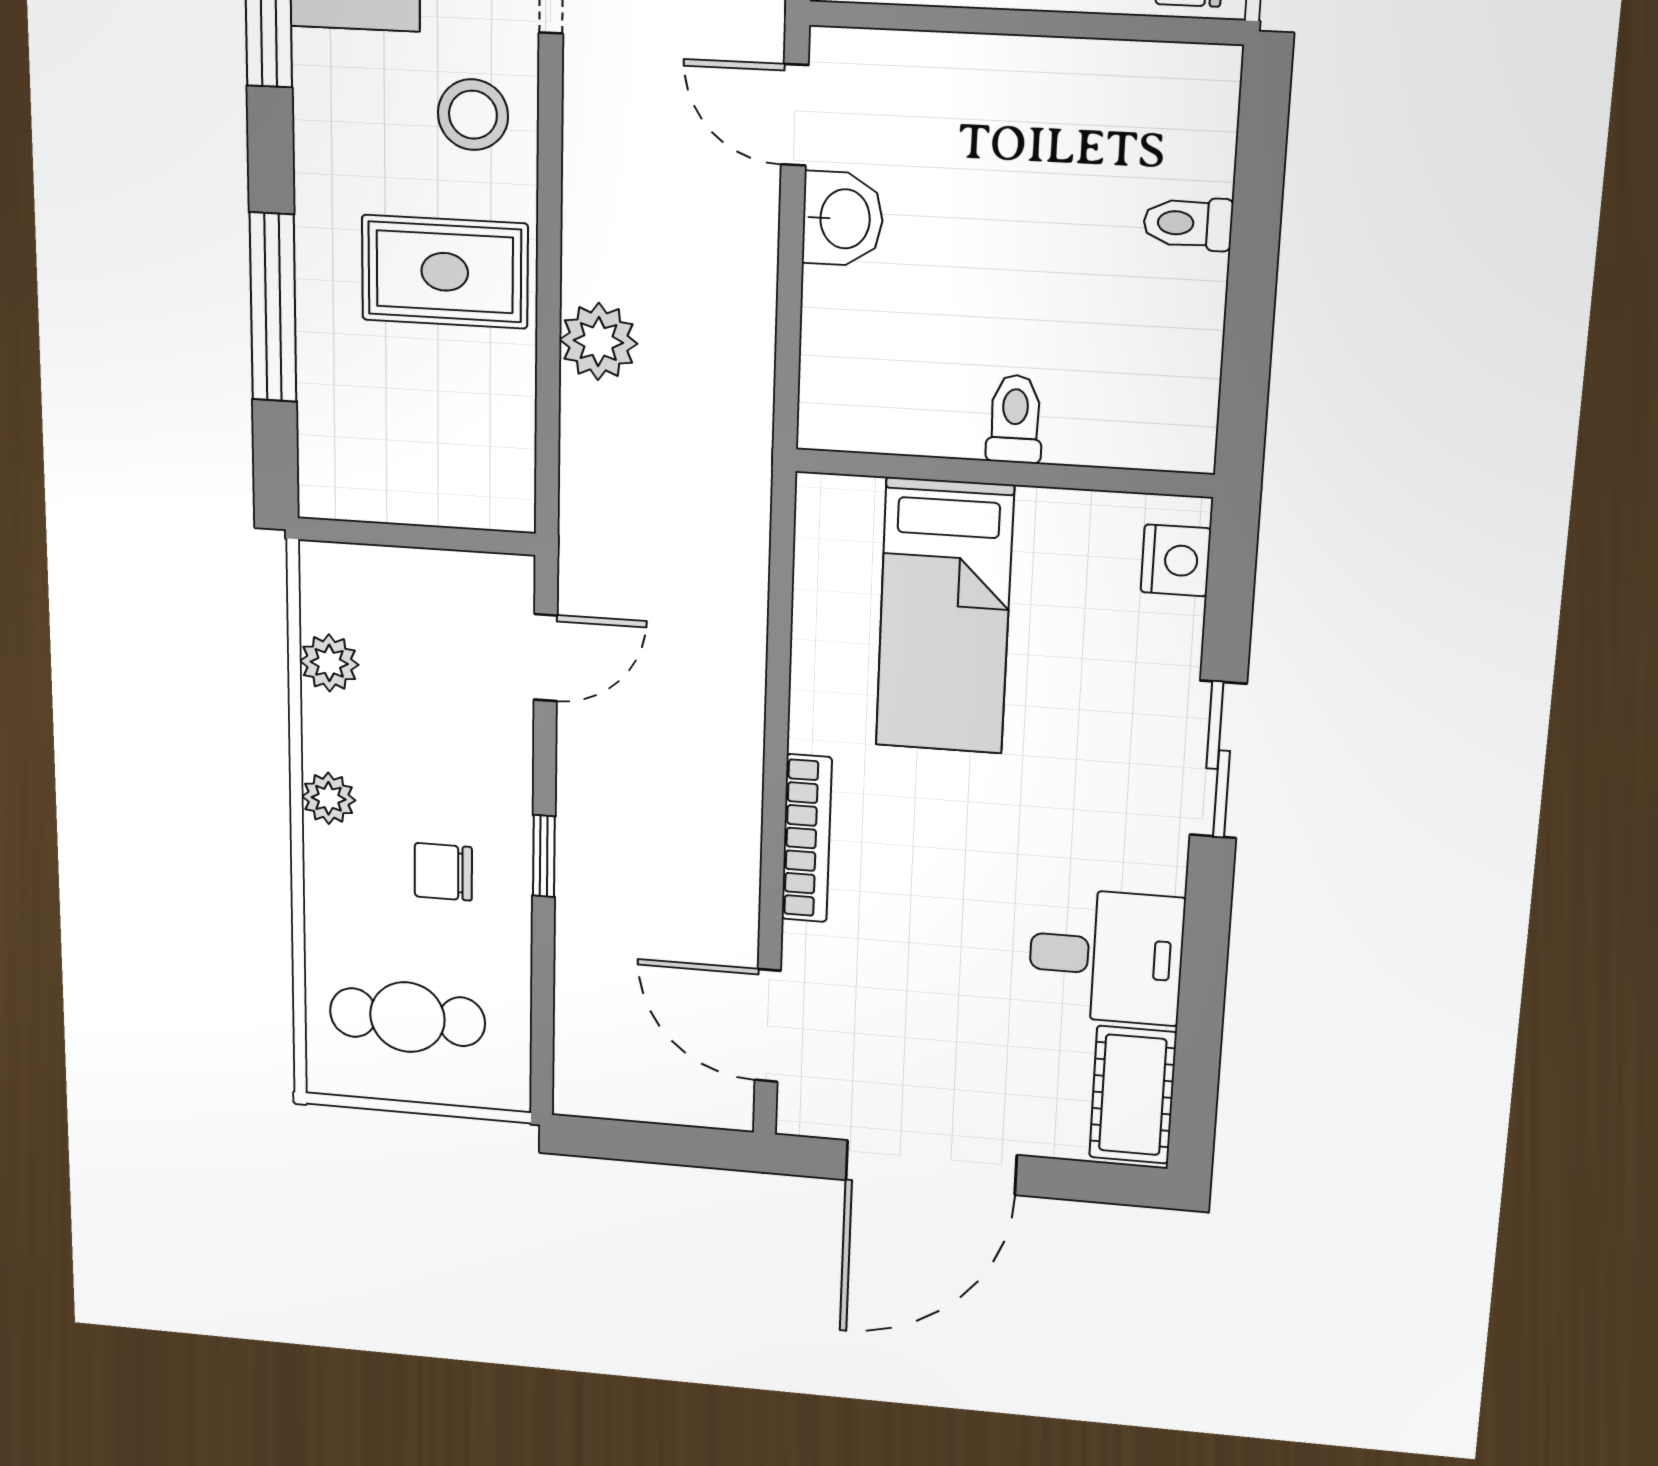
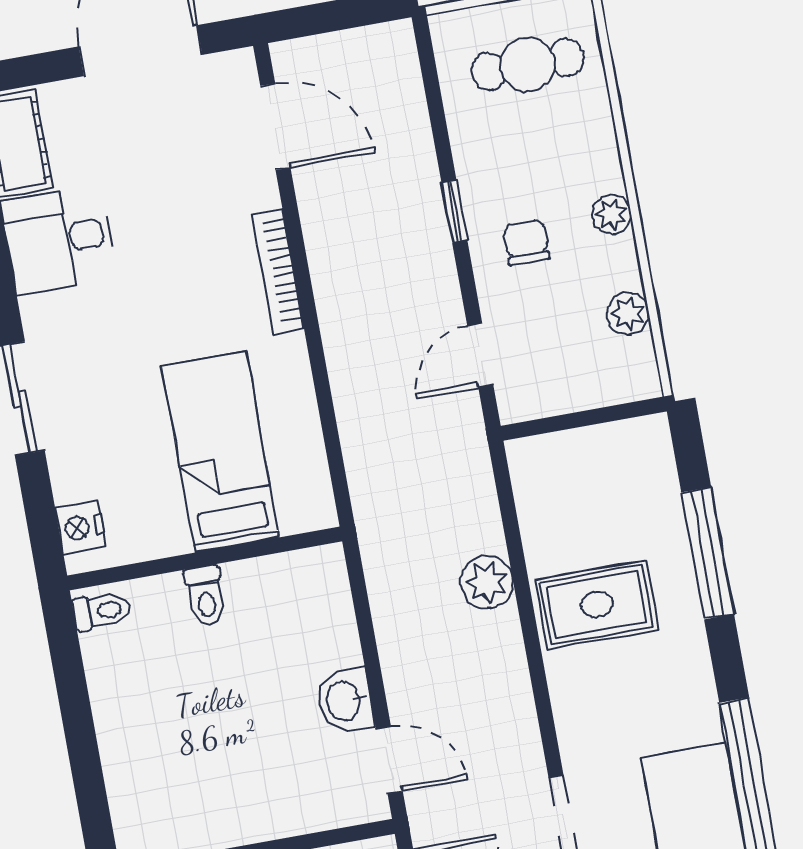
stool: (473, 115) -> (597, 712), removed
toilet: (1188, 223) -> (102, 611), moved
chair: (443, 872) -> (526, 242), moved, turned -90

